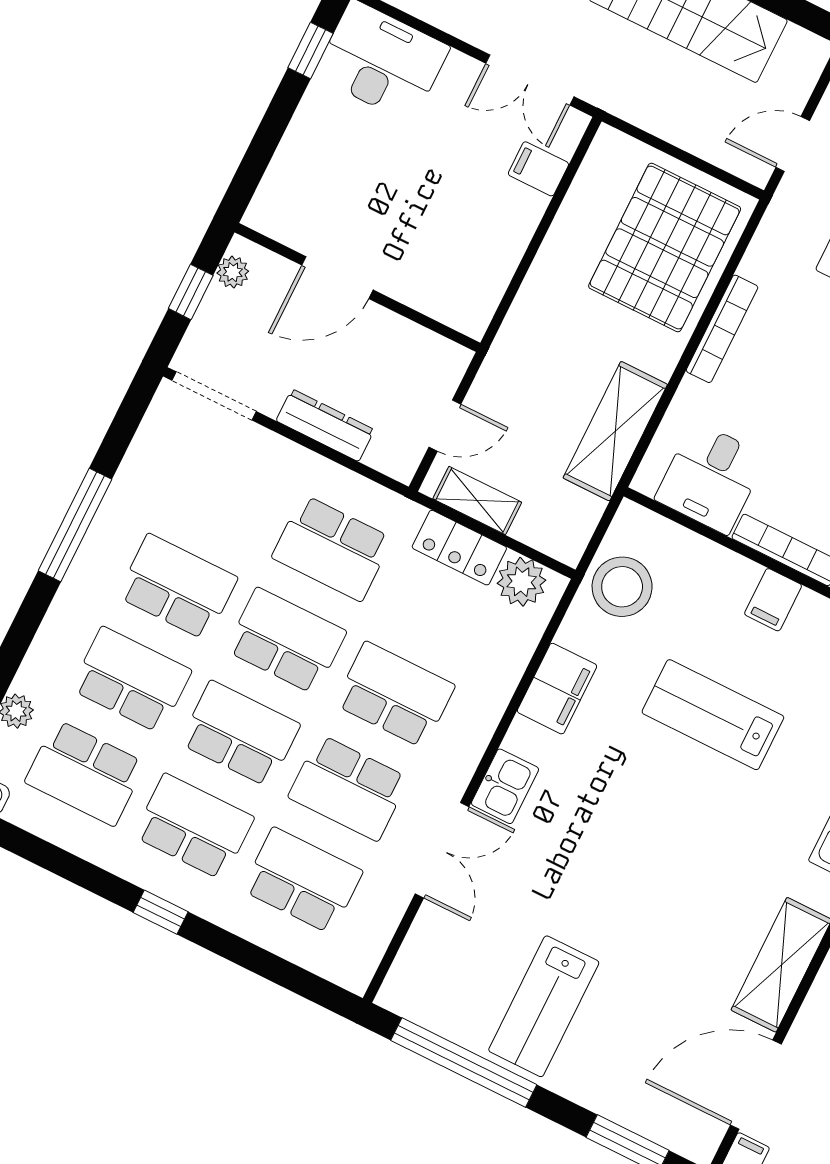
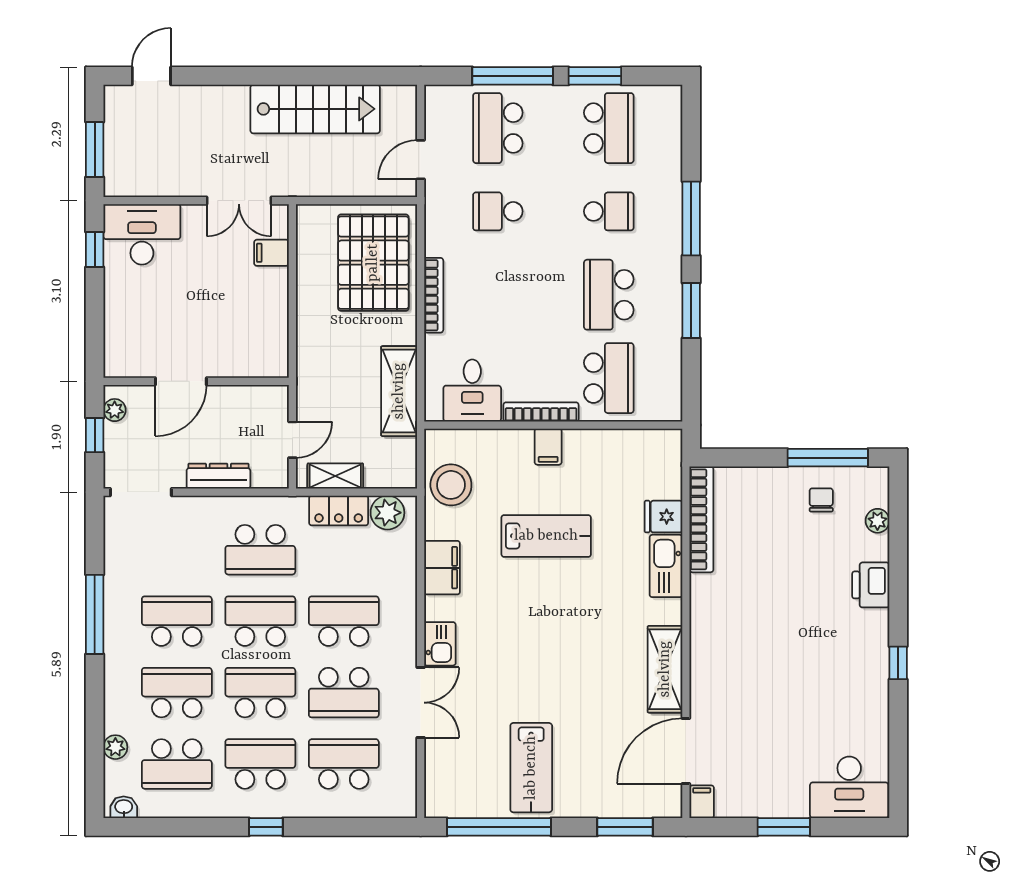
lab bench: (713, 715) -> (546, 536), turned 180

